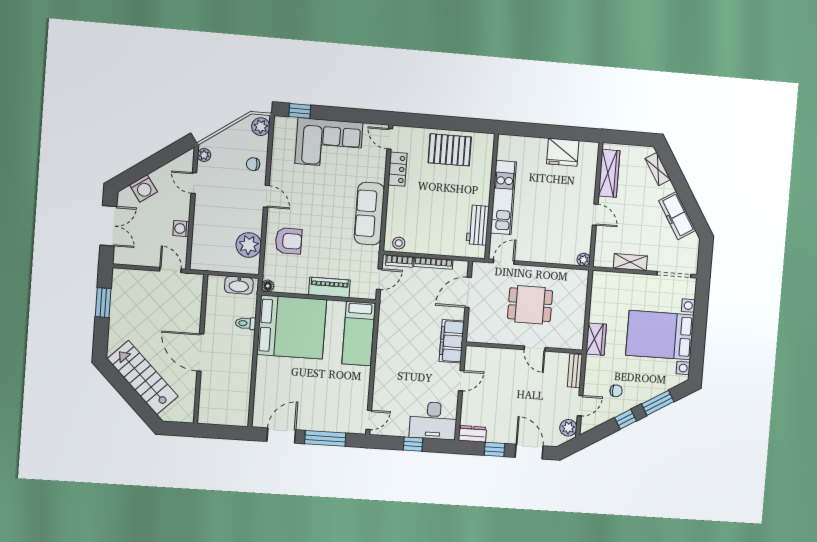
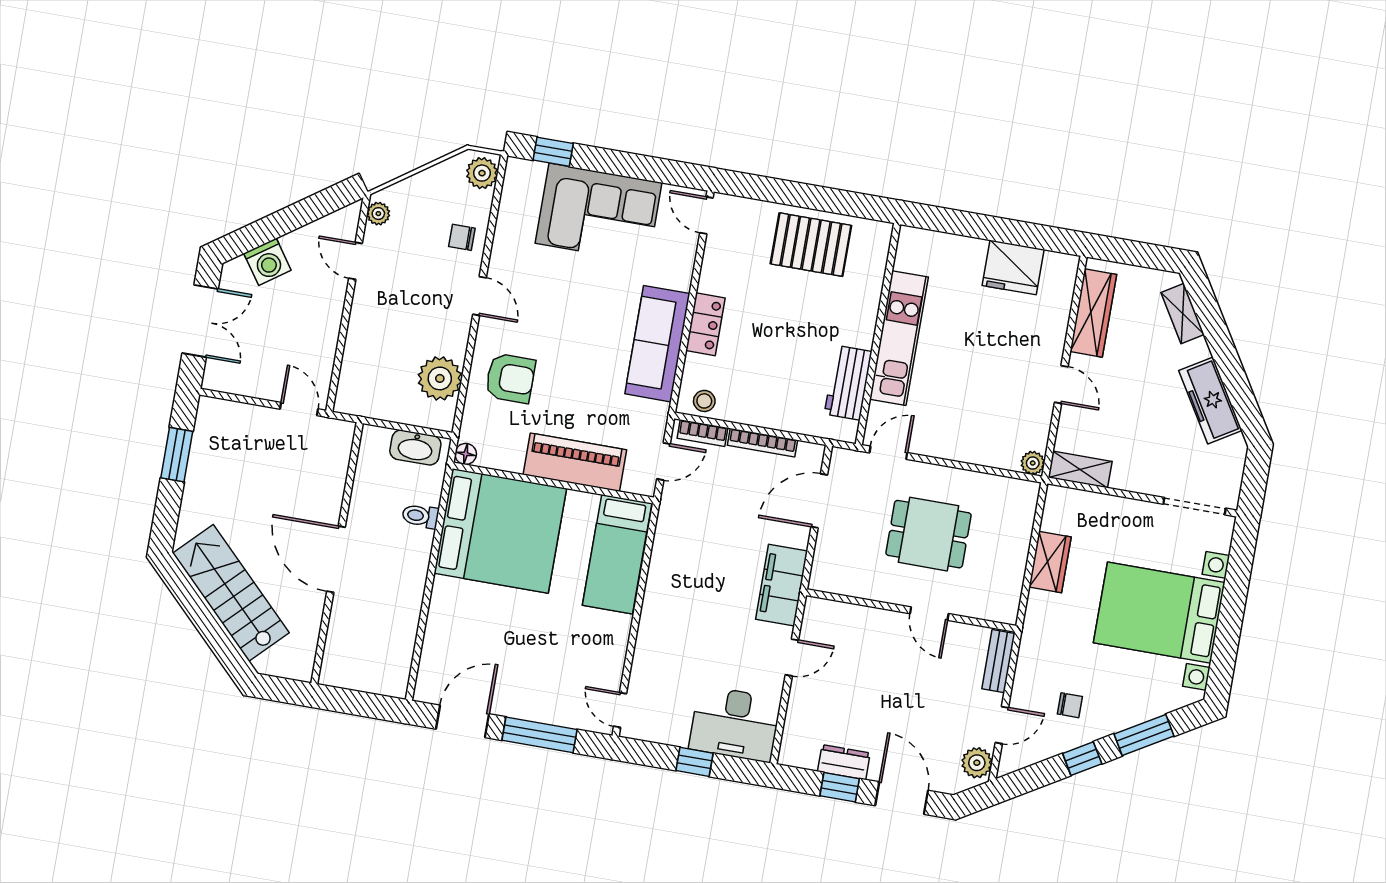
locker: (398, 169) -> (706, 324), moved
washing machine: (181, 229) -> (325, 338), removed
shelving: (630, 262) -> (1080, 469), moved
piano: (329, 287) -> (575, 462), width x1.37, depth x1.33
wardrobe: (596, 339) -> (1050, 562), moved
door: (369, 420) -> (620, 710), swing flipped
dresser: (472, 434) -> (844, 762), moved

